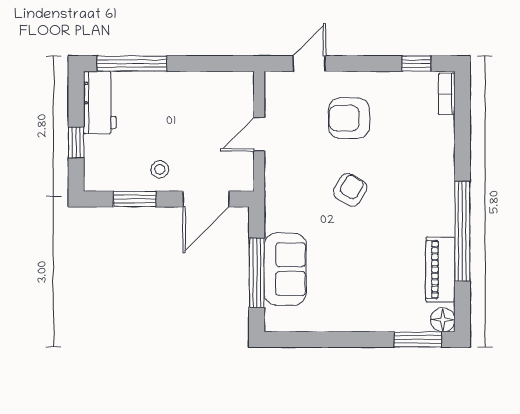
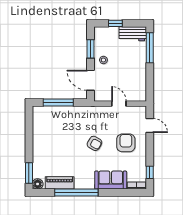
sofa: (285, 269) -> (111, 180), moved, turned 180

